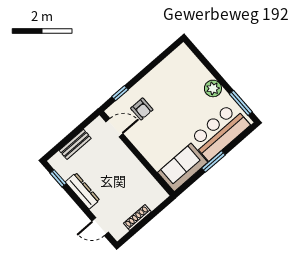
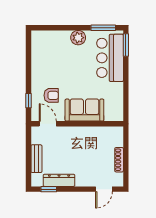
door: (114, 128) -> (48, 124), hinge flipped
window: (213, 162) -> (126, 45), moved
sofa: (183, 167) -> (84, 110), moved, turned 90
dresser: (82, 191) -> (59, 180), moved

